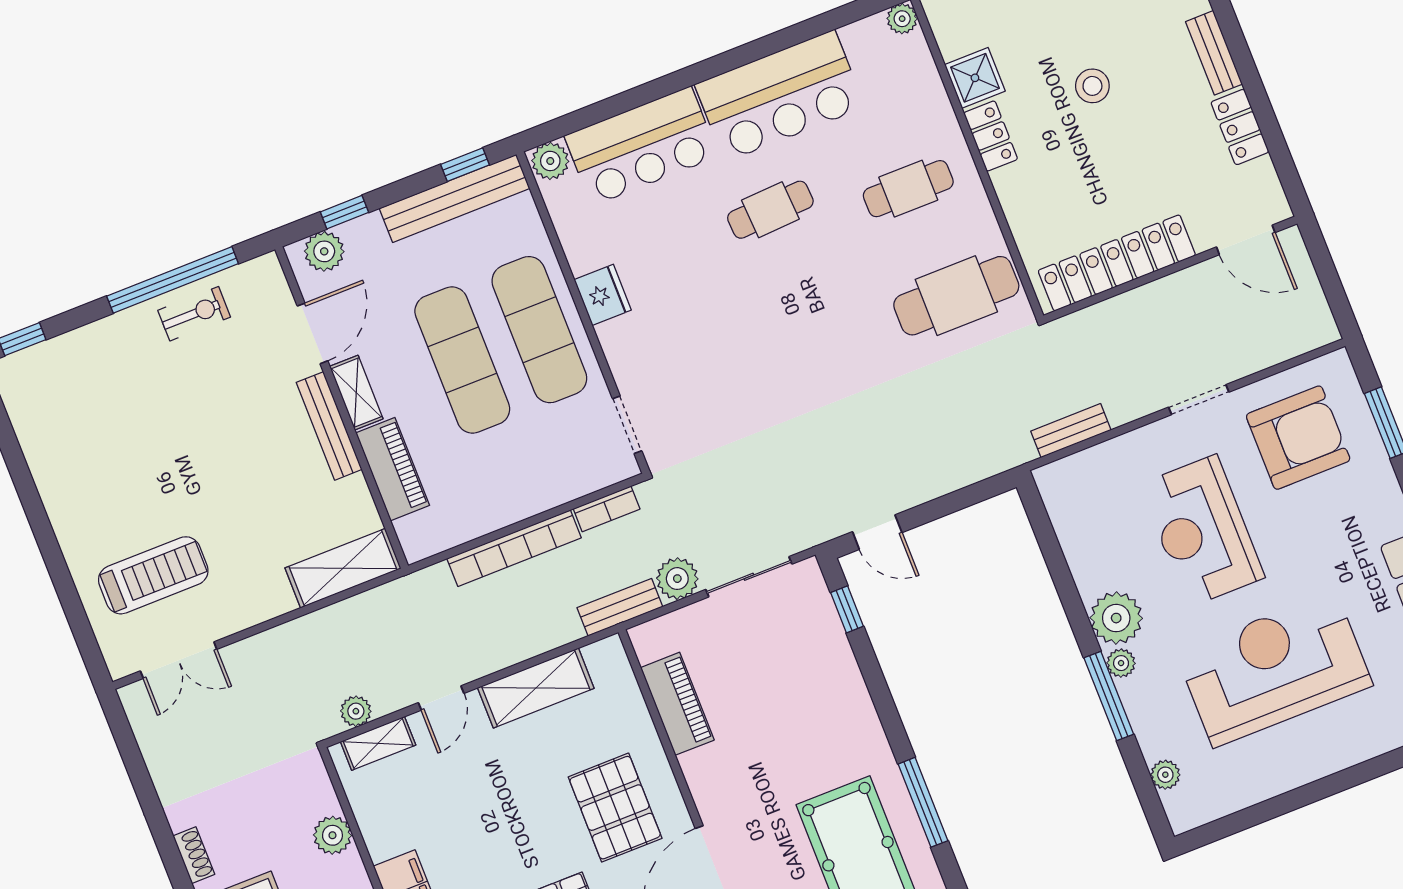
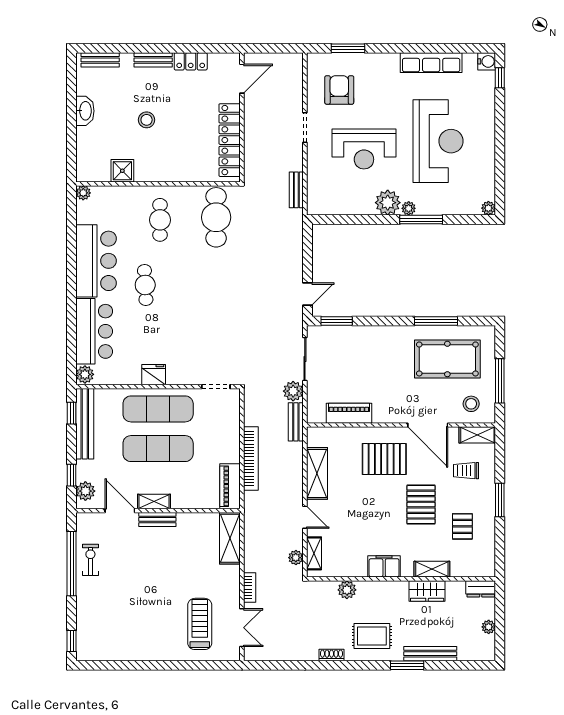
locker: (991, 136) -> (151, 174), removed
bench: (329, 426) -> (157, 519), width x0.73
armchair: (1298, 438) -> (339, 90), width x0.73, depth x0.73
piano: (393, 469) -> (230, 486), moved, turned -90
bookcase: (607, 509) -> (250, 587), moved
window: (847, 609) -> (337, 321), width x1.50
reception desk: (1274, 669) -> (438, 141), turned 180
plant: (1165, 775) -> (488, 208), moved

